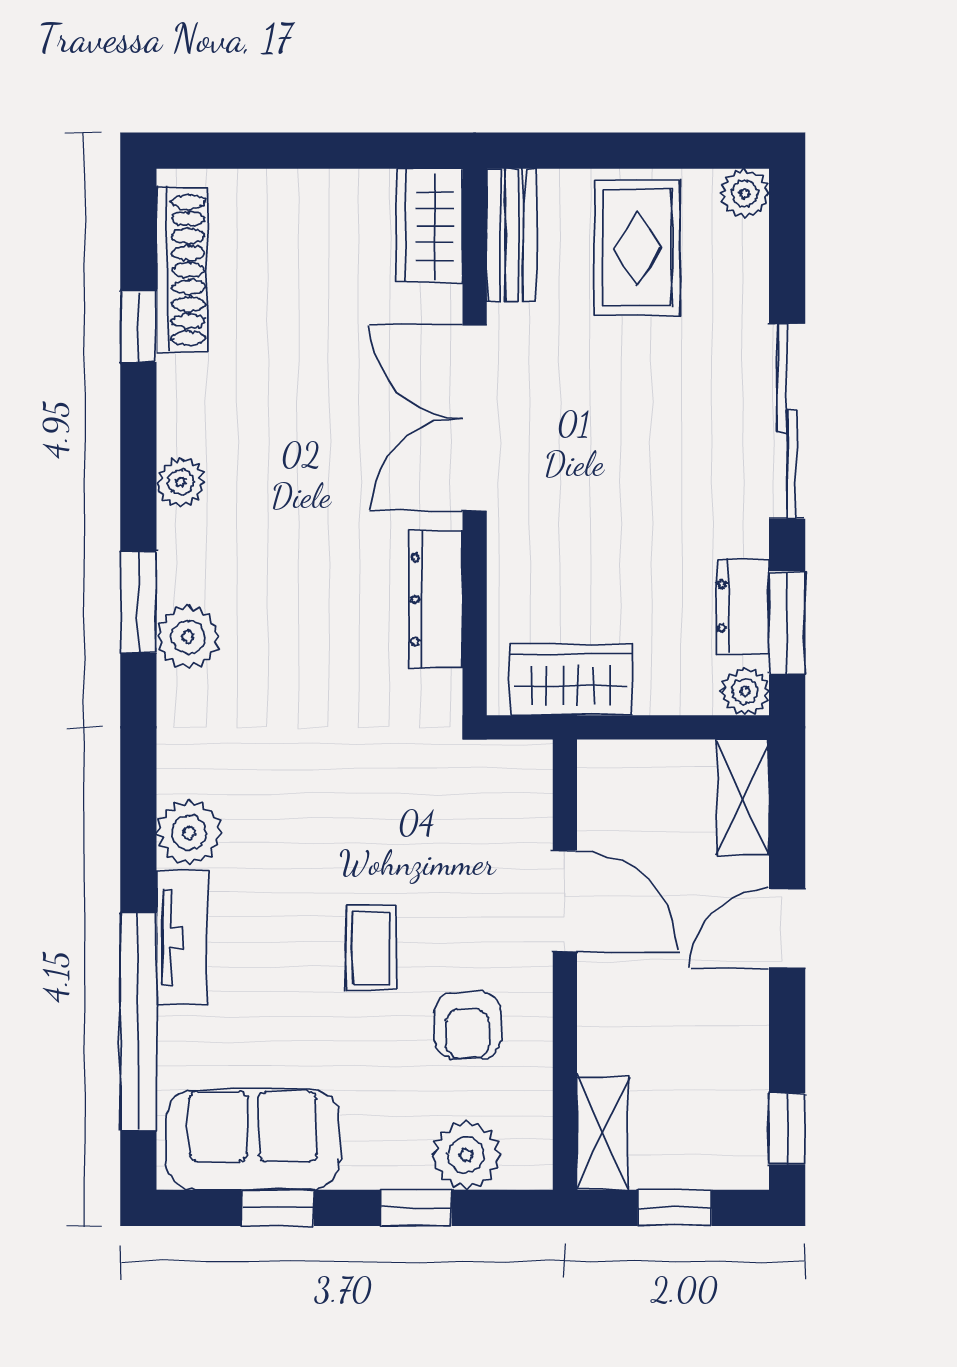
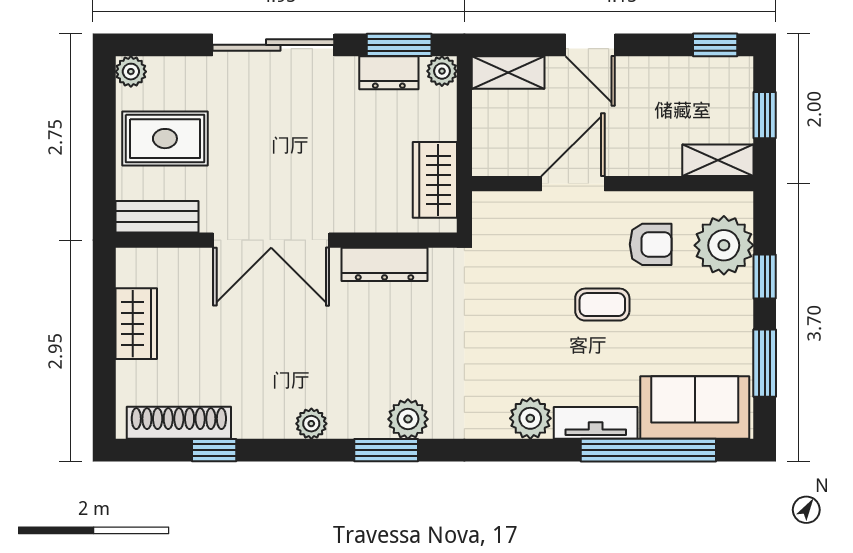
wardrobe: (430, 226) -> (136, 324), moved, turned -90
sofa: (253, 1140) -> (695, 407), moved, turned 90
plant: (466, 1155) -> (724, 245), width x1.36, depth x1.36
window: (278, 1208) -> (765, 363), width x1.50

